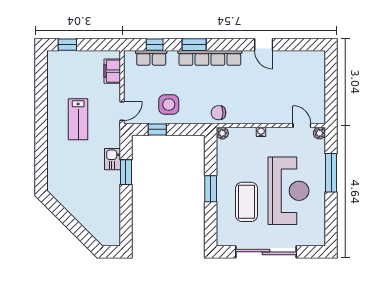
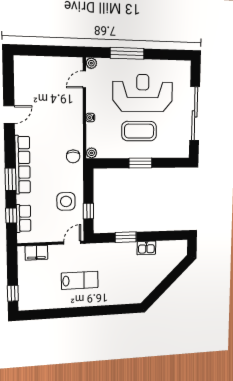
door: (122, 111) -> (72, 243), hinge flipped
kitchen sink: (112, 159) -> (146, 248), moved
coffee table: (247, 202) -> (139, 131), moved

